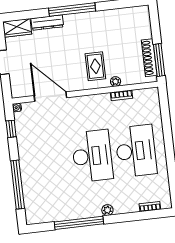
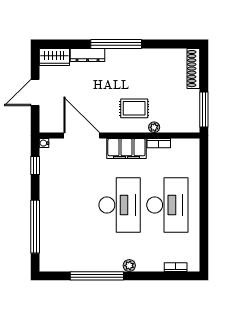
shoe rack: (149, 58) -> (193, 69), moved
rug: (95, 66) -> (134, 108), turned 90
filing cabinet: (93, 104) -> (126, 149), added

